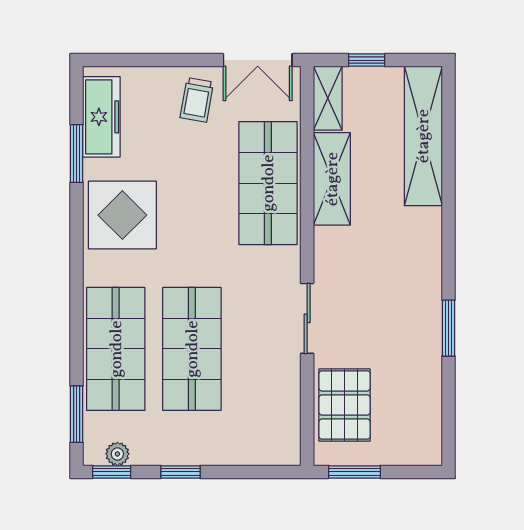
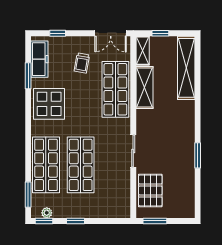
window: (141, 60) -> (58, 33), added
trolley: (197, 100) -> (82, 63), moved

